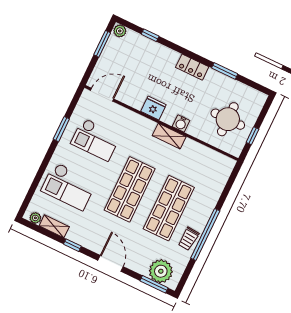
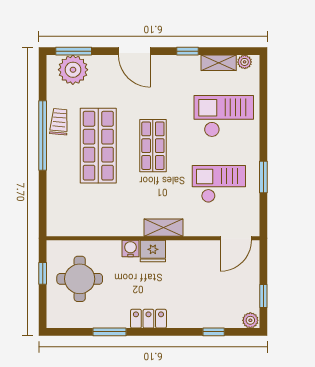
window: (102, 44) -> (263, 296), width x0.67
fridge: (153, 108) -> (153, 251), moved
shelving: (169, 136) -> (164, 228), moved
shop shelf: (130, 189) -> (153, 146), width x0.70, depth x0.74

